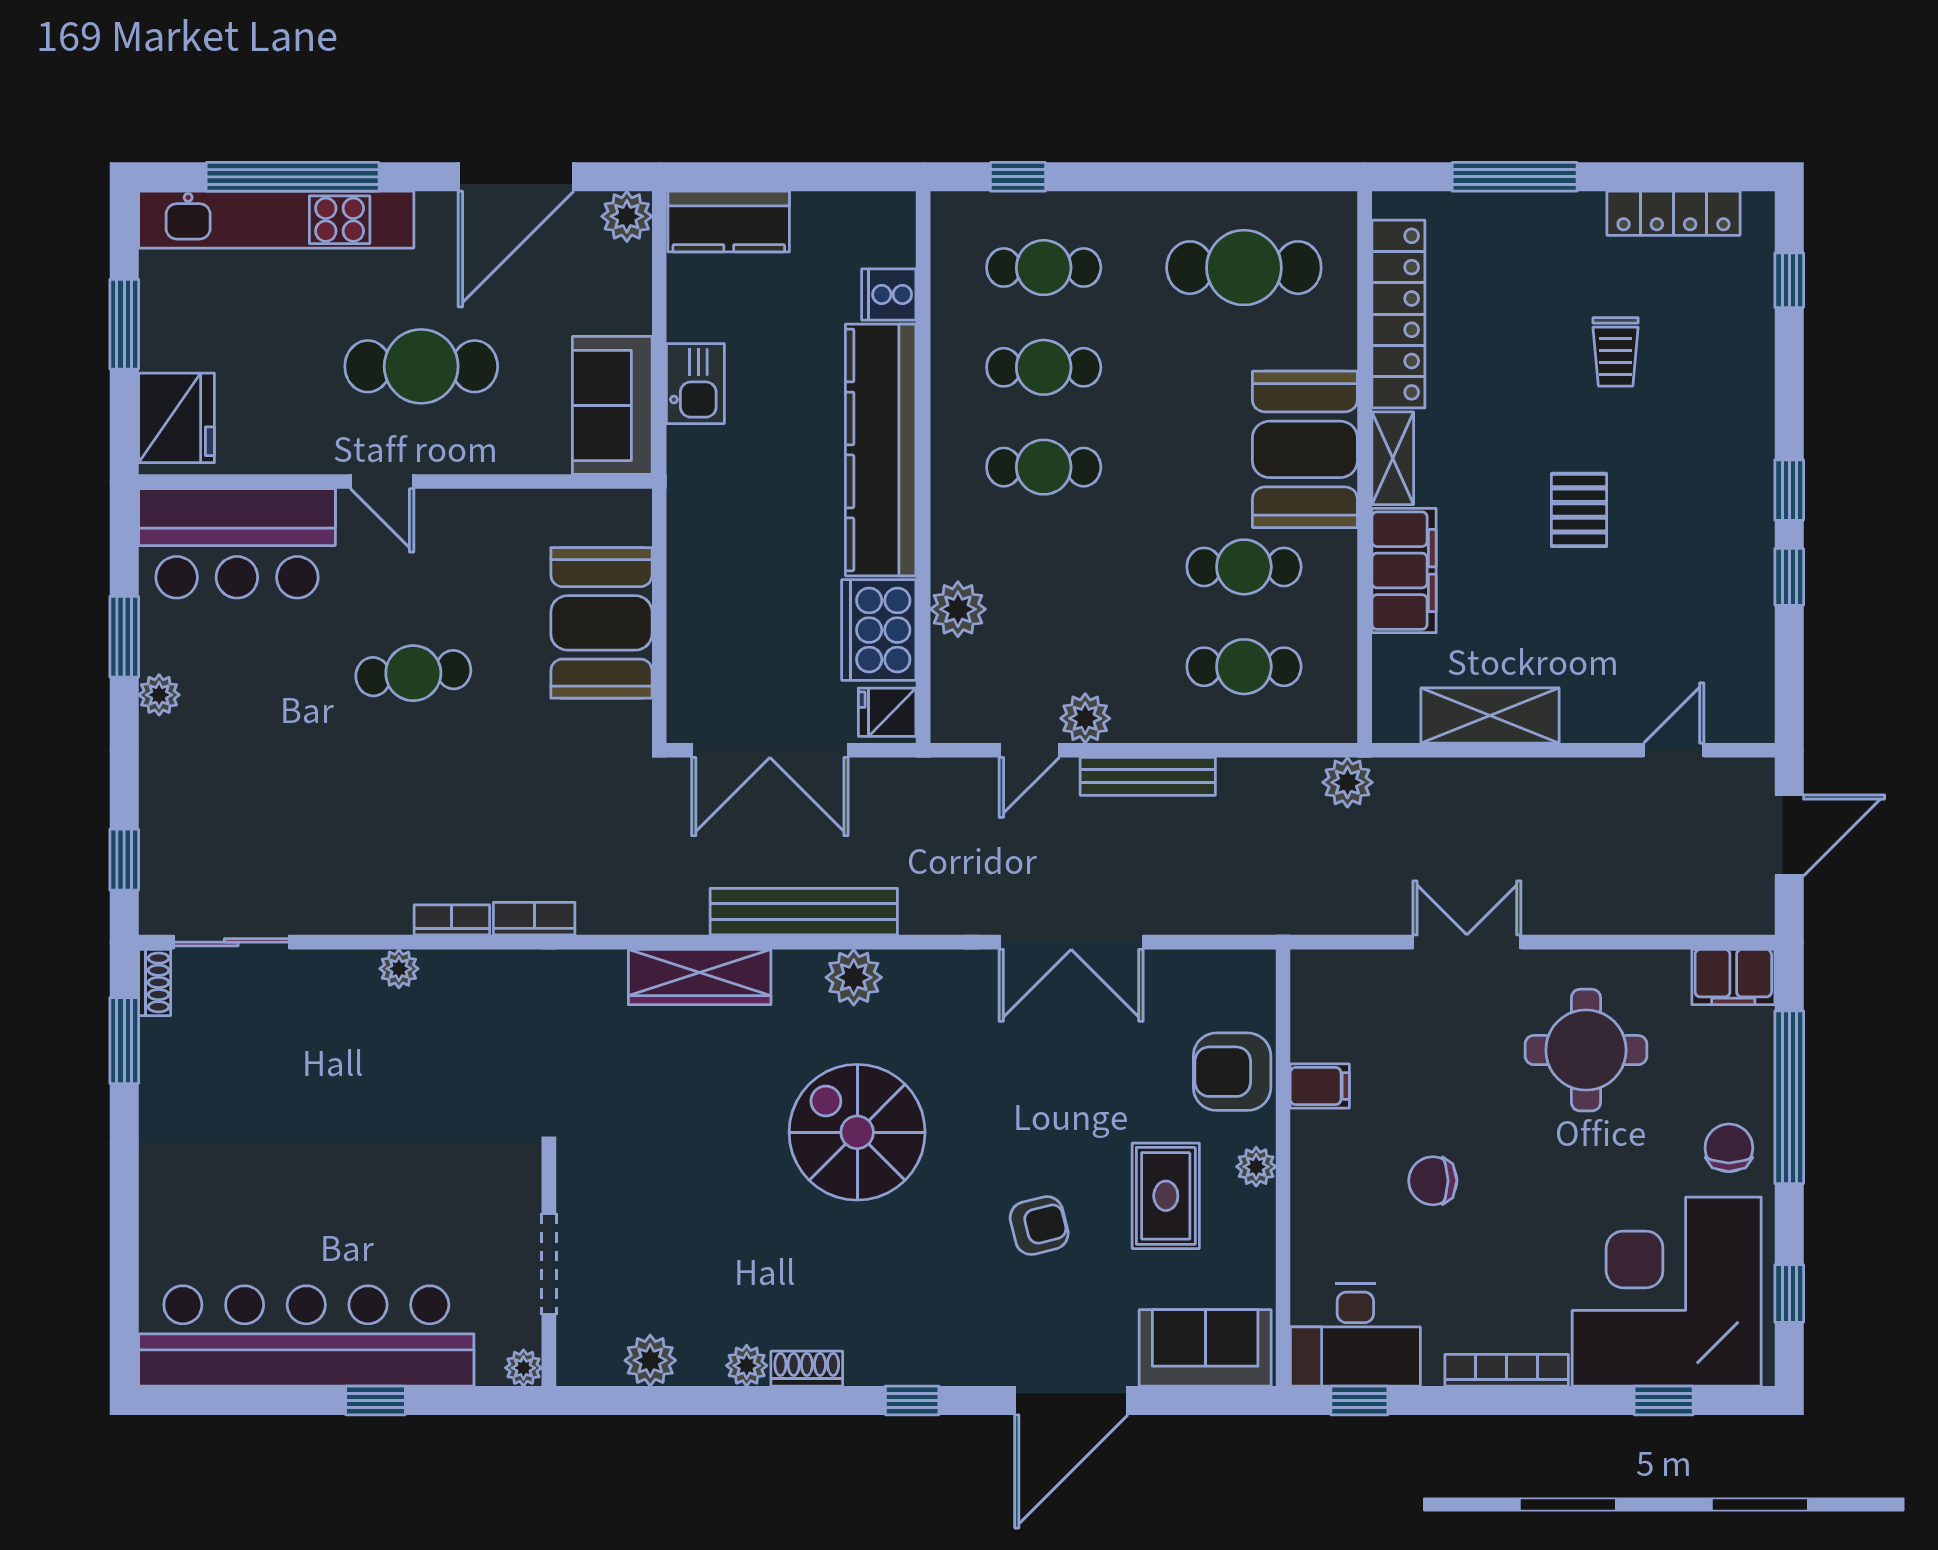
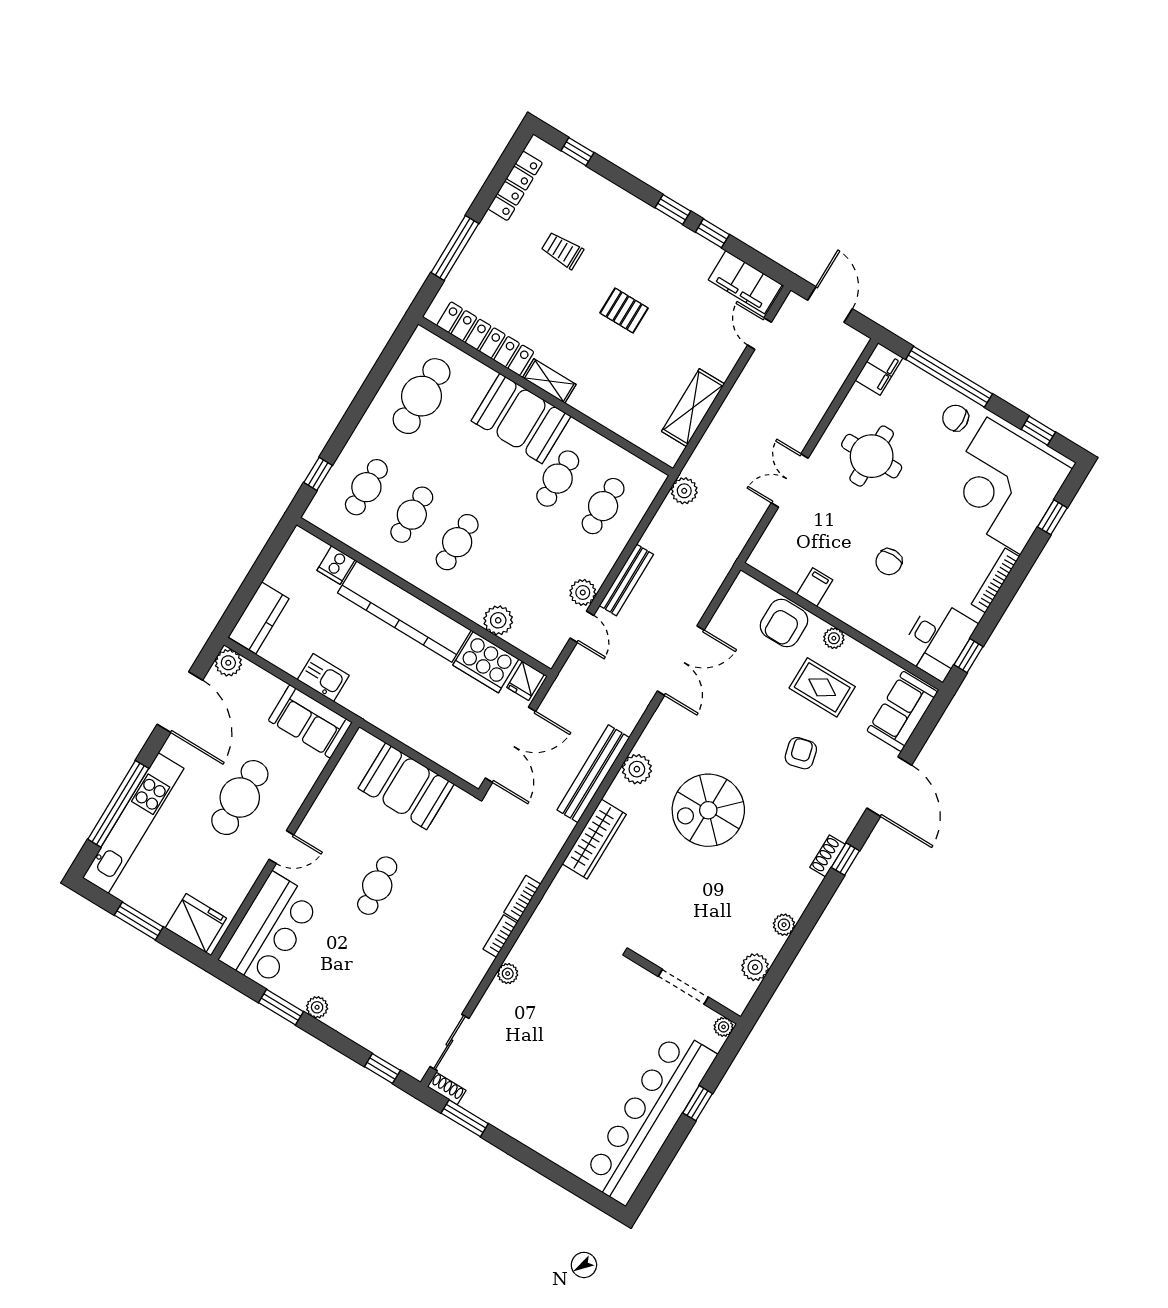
trolley: (1616, 352) -> (562, 250), turned 180
filing cabinet: (1404, 571) -> (745, 282), moved, turned 180
shoe rack: (807, 1369) -> (828, 856), moved

